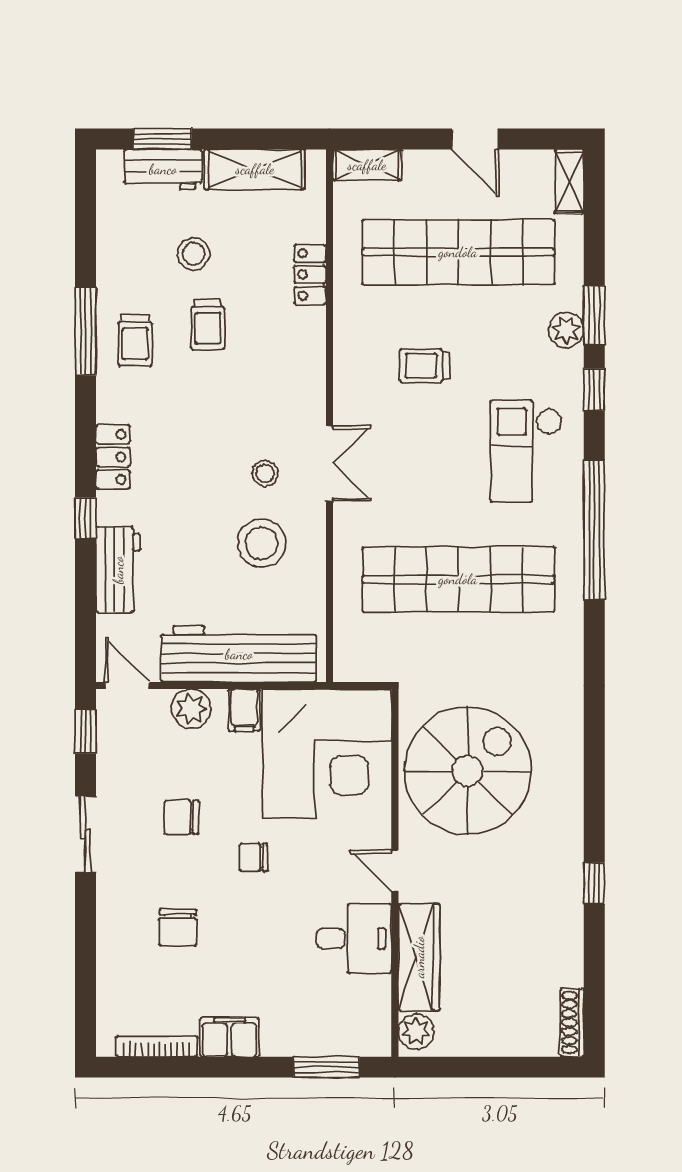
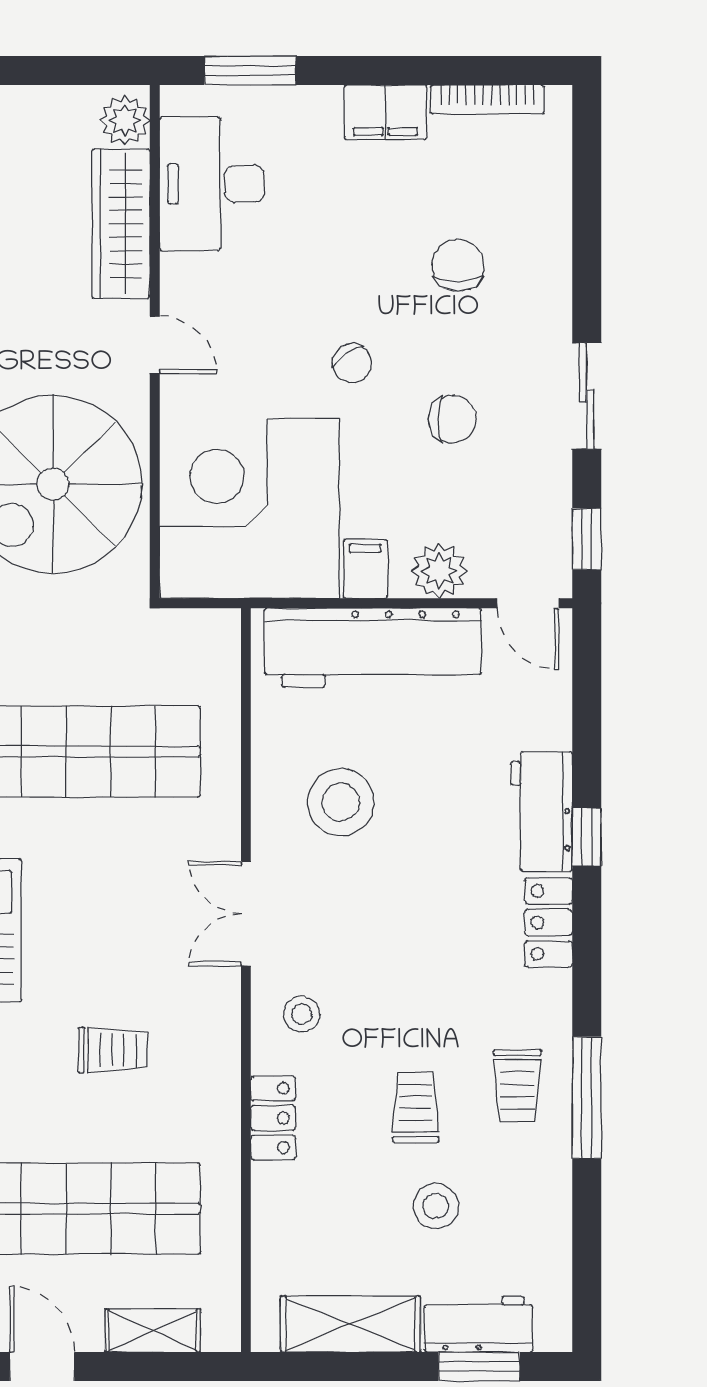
shelving: (367, 165) -> (153, 1331), moved
locker: (310, 275) -> (273, 1118), moved
trolley: (135, 340) -> (517, 1086), turned 180
stool: (265, 473) -> (302, 1014), moved
workbench: (118, 570) -> (541, 812), moved
chair: (253, 857) -> (352, 363), turned 55
desk: (354, 939) -> (212, 184), moved, width x1.37

